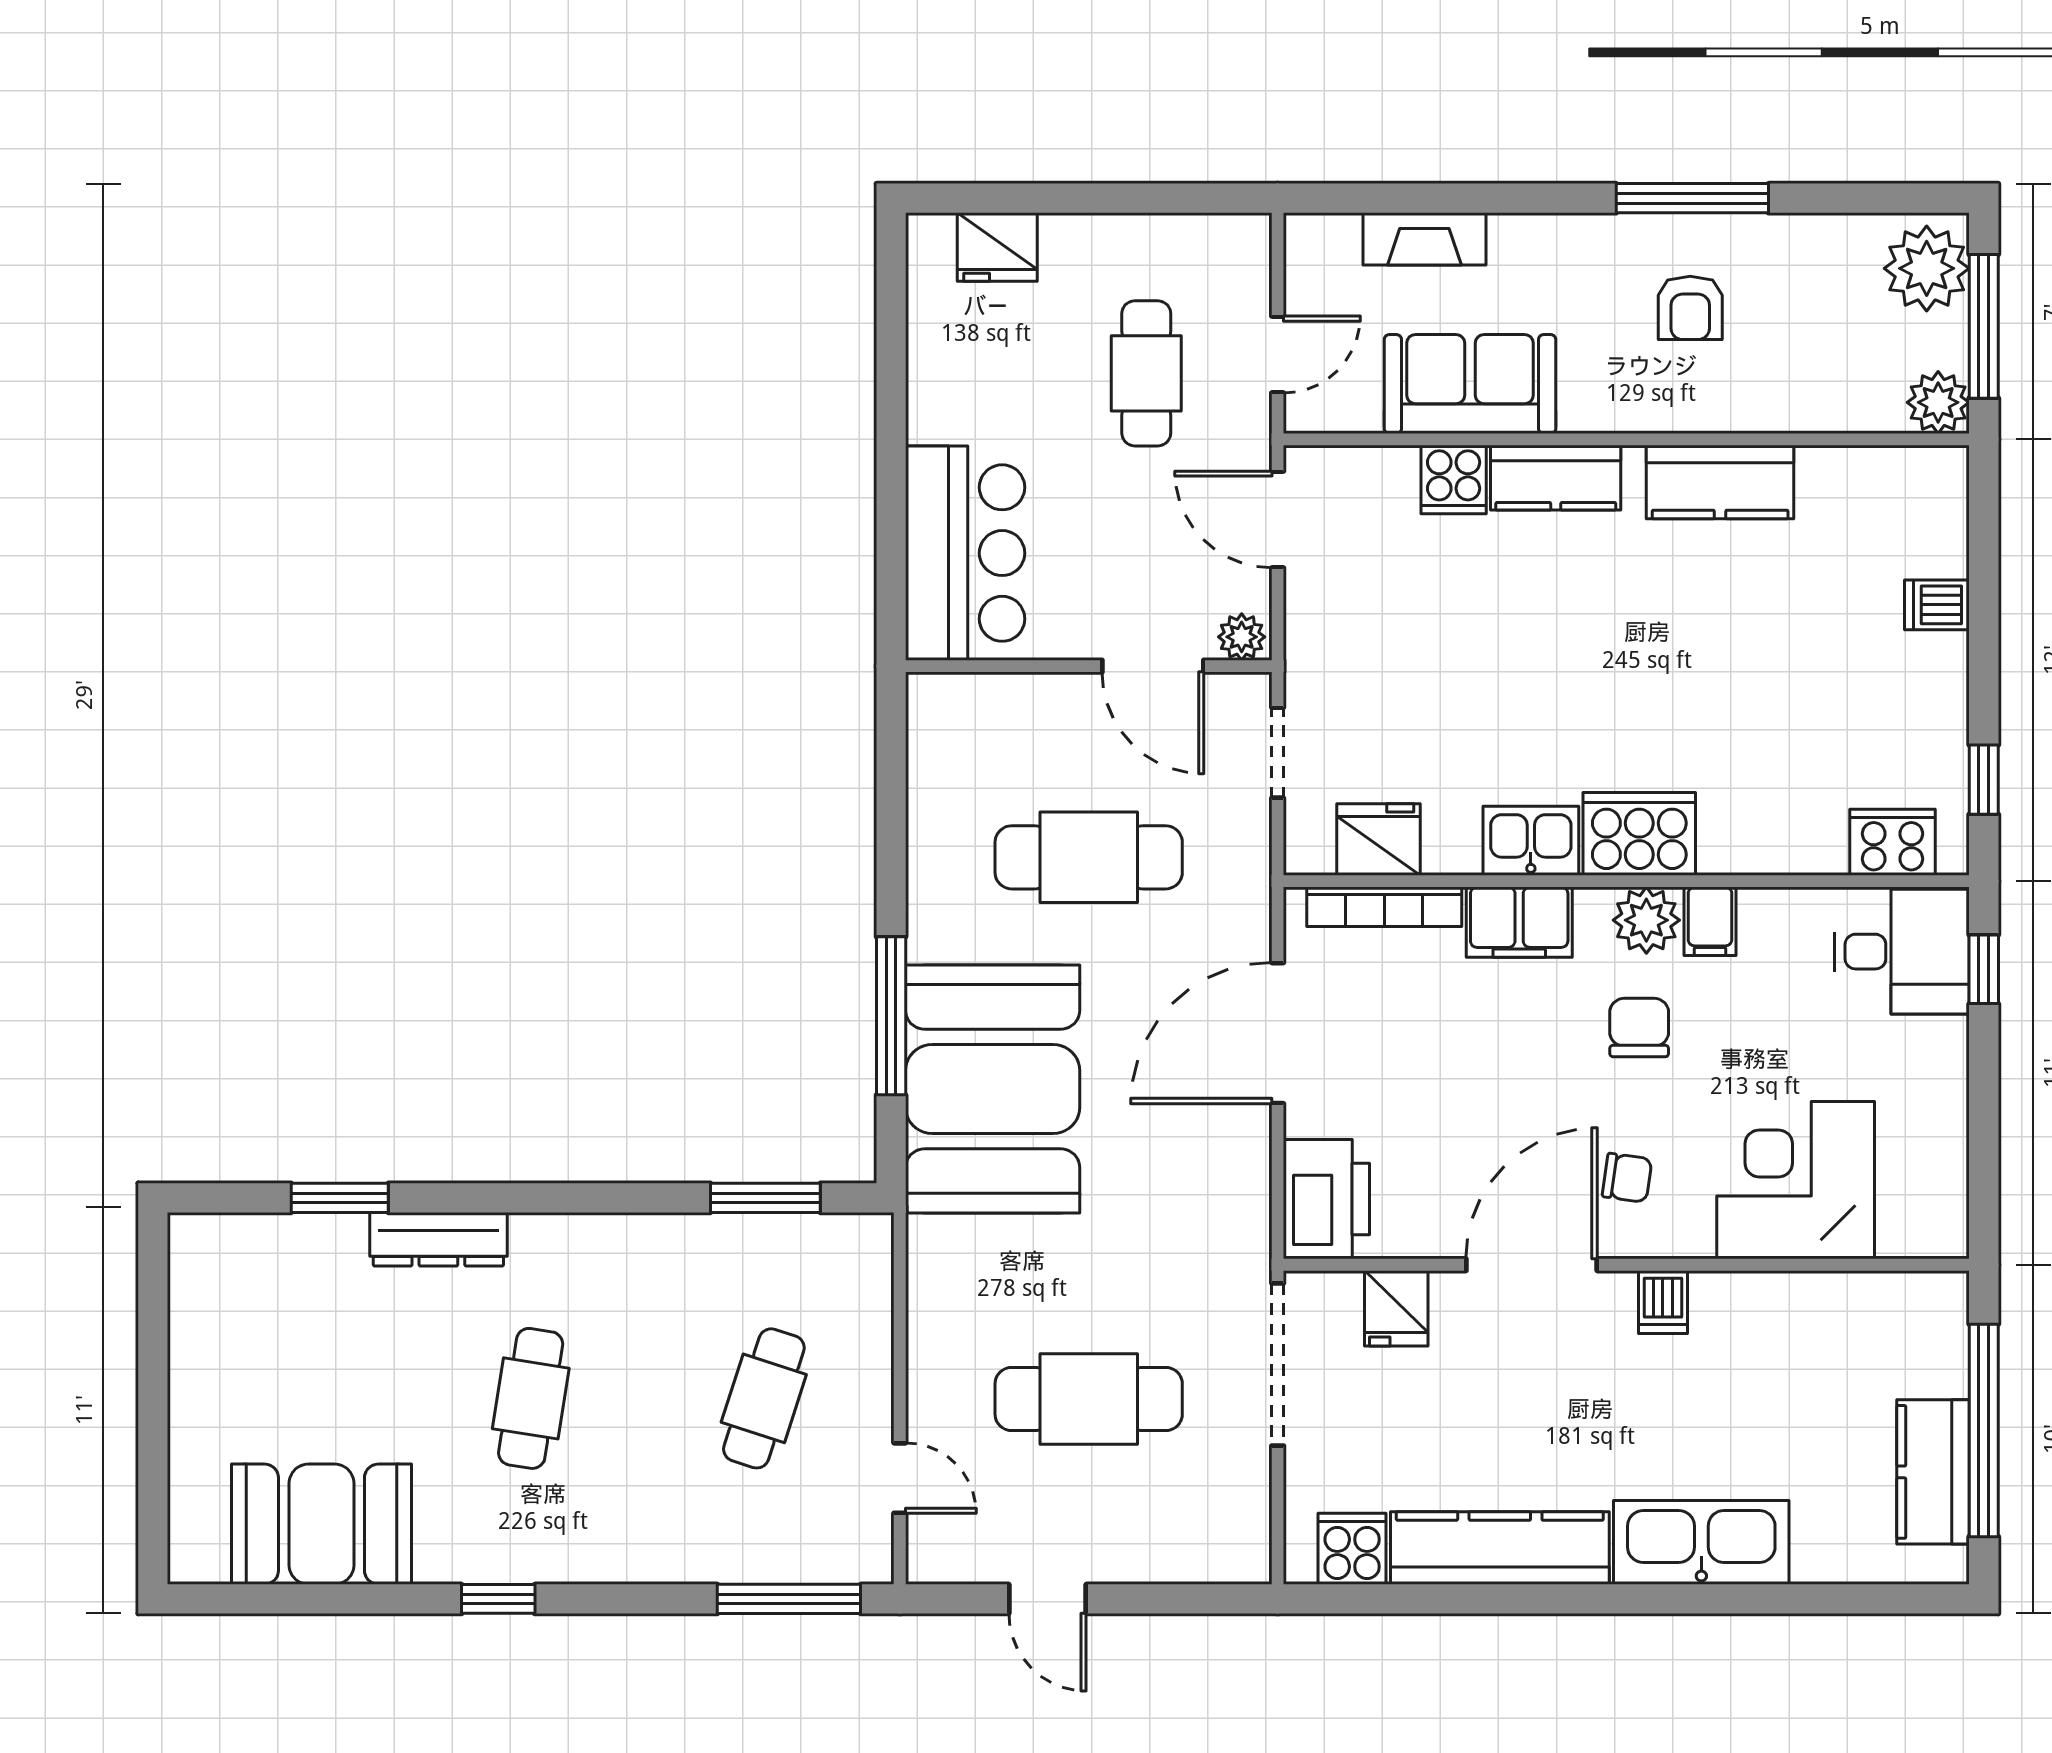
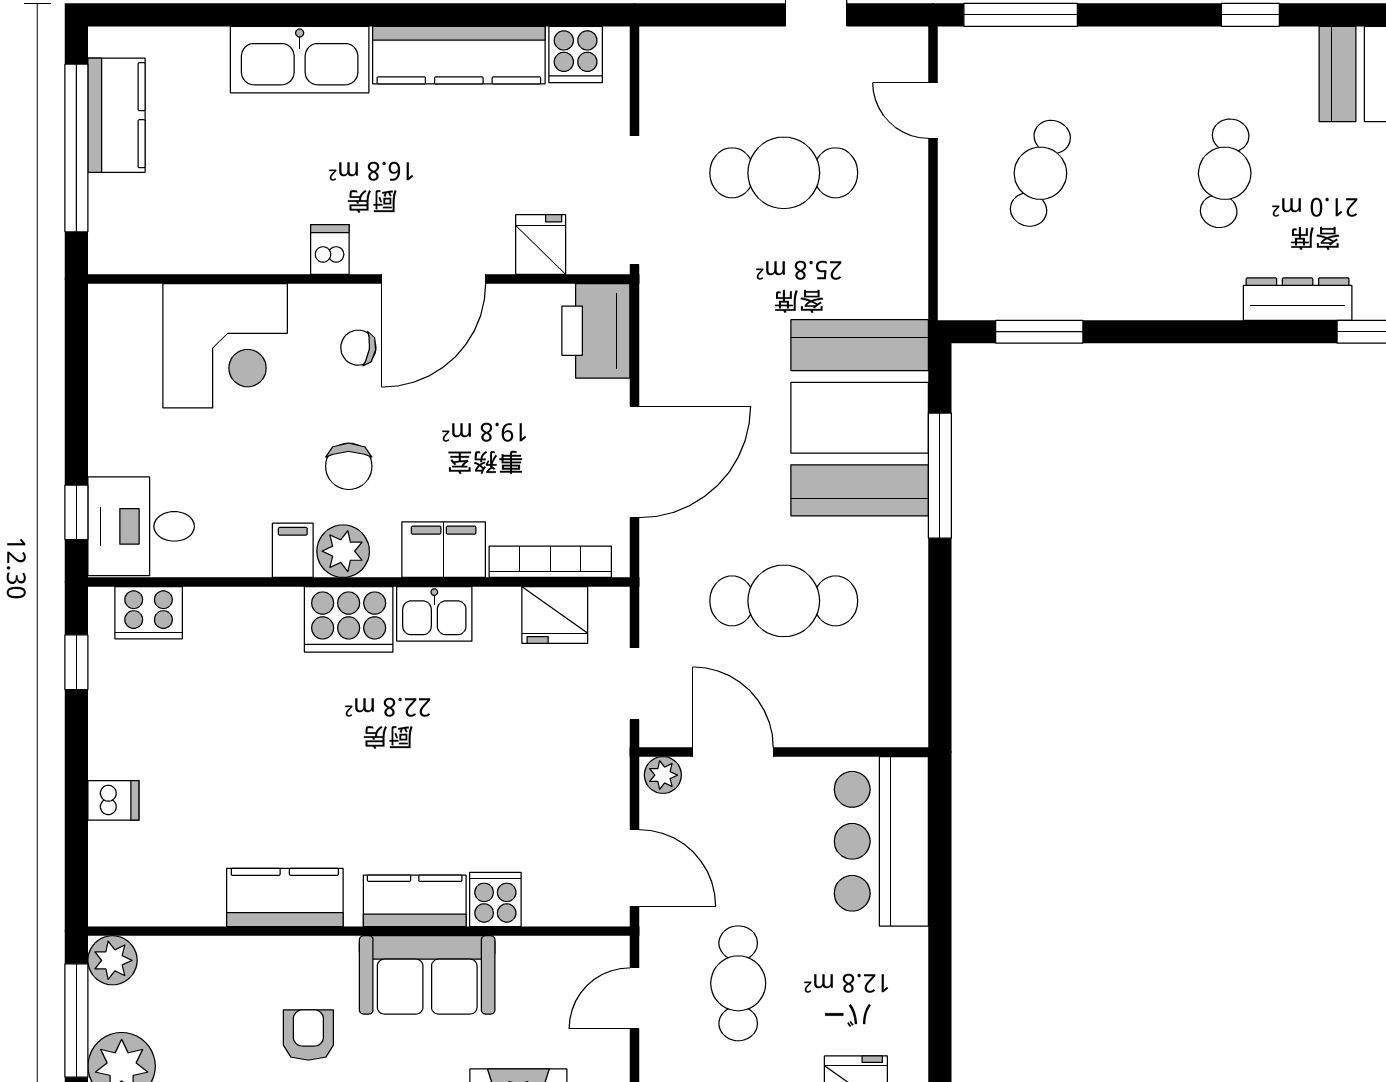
sofa: (1470, 384) -> (427, 975), moved

